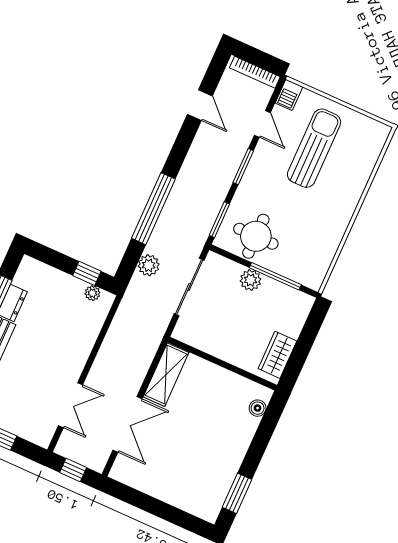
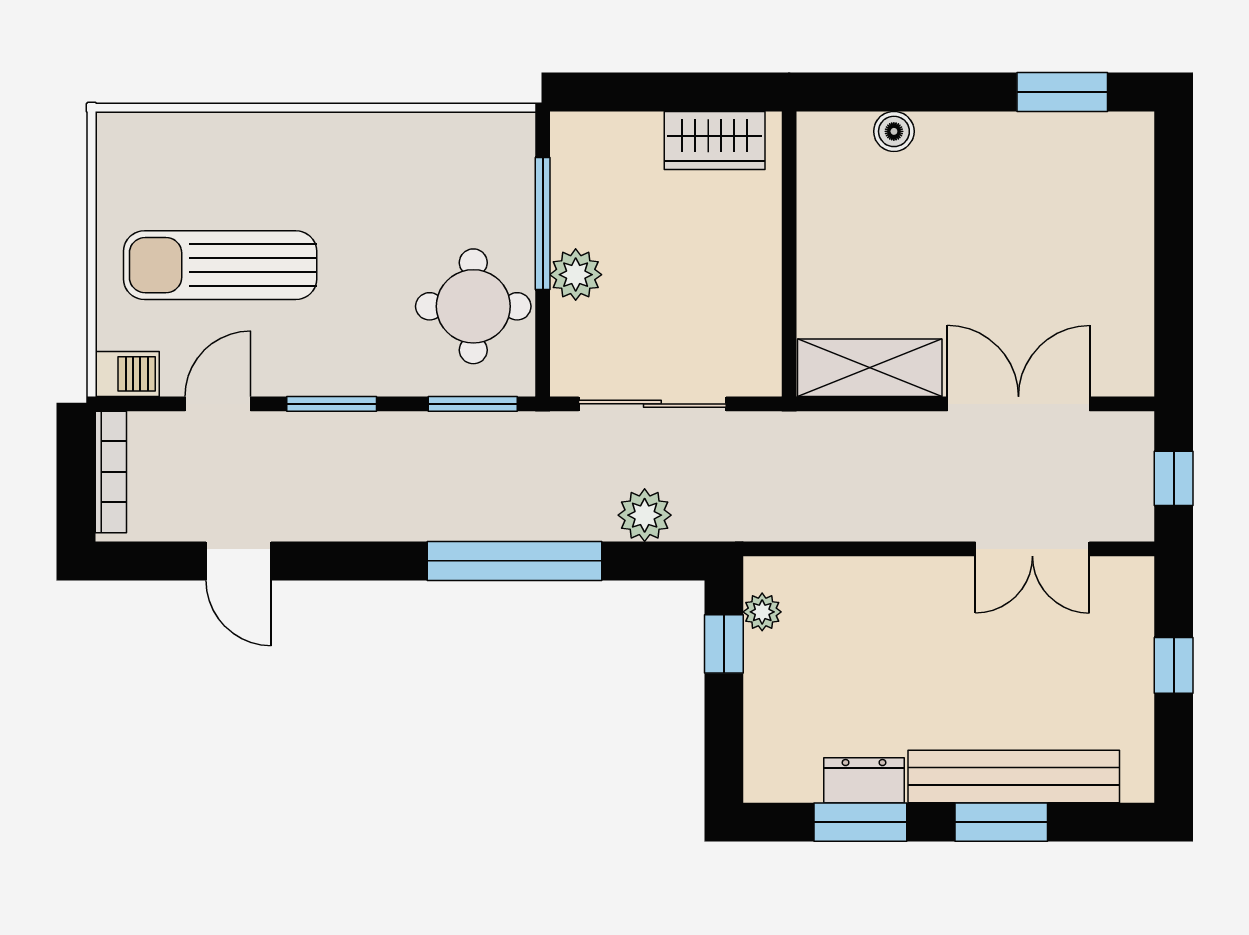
door: (200, 105) -> (238, 561), swing flipped
double door: (71, 405) -> (1032, 549), swing flipped
boiler: (258, 408) -> (894, 131), moved

